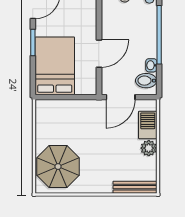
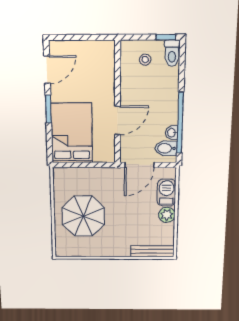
window: (159, 35) -> (180, 123), moved
parasol: (58, 167) -> (83, 216), moved

